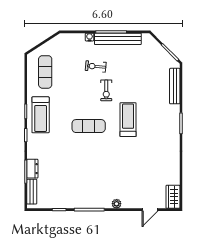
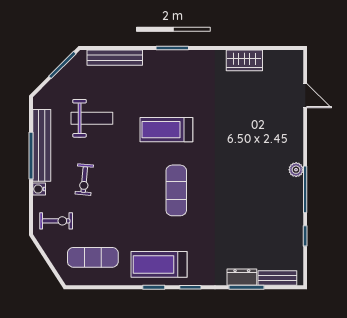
weight bench: (135, 71) -> (92, 118), added
exercise bike: (106, 90) -> (56, 221), moved
treadmill: (41, 115) -> (159, 264), turned 180
wardrobe: (173, 197) -> (244, 60), moved
plant: (117, 204) -> (296, 170), moved

